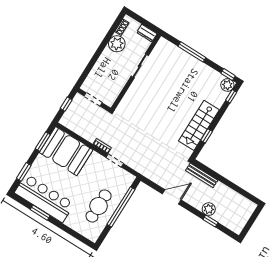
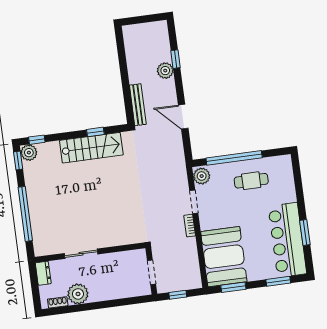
window: (192, 52) -> (25, 214), width x1.46
plant: (126, 178) -> (202, 176), added
cafe table: (99, 206) -> (251, 181), width x0.73, depth x0.74

